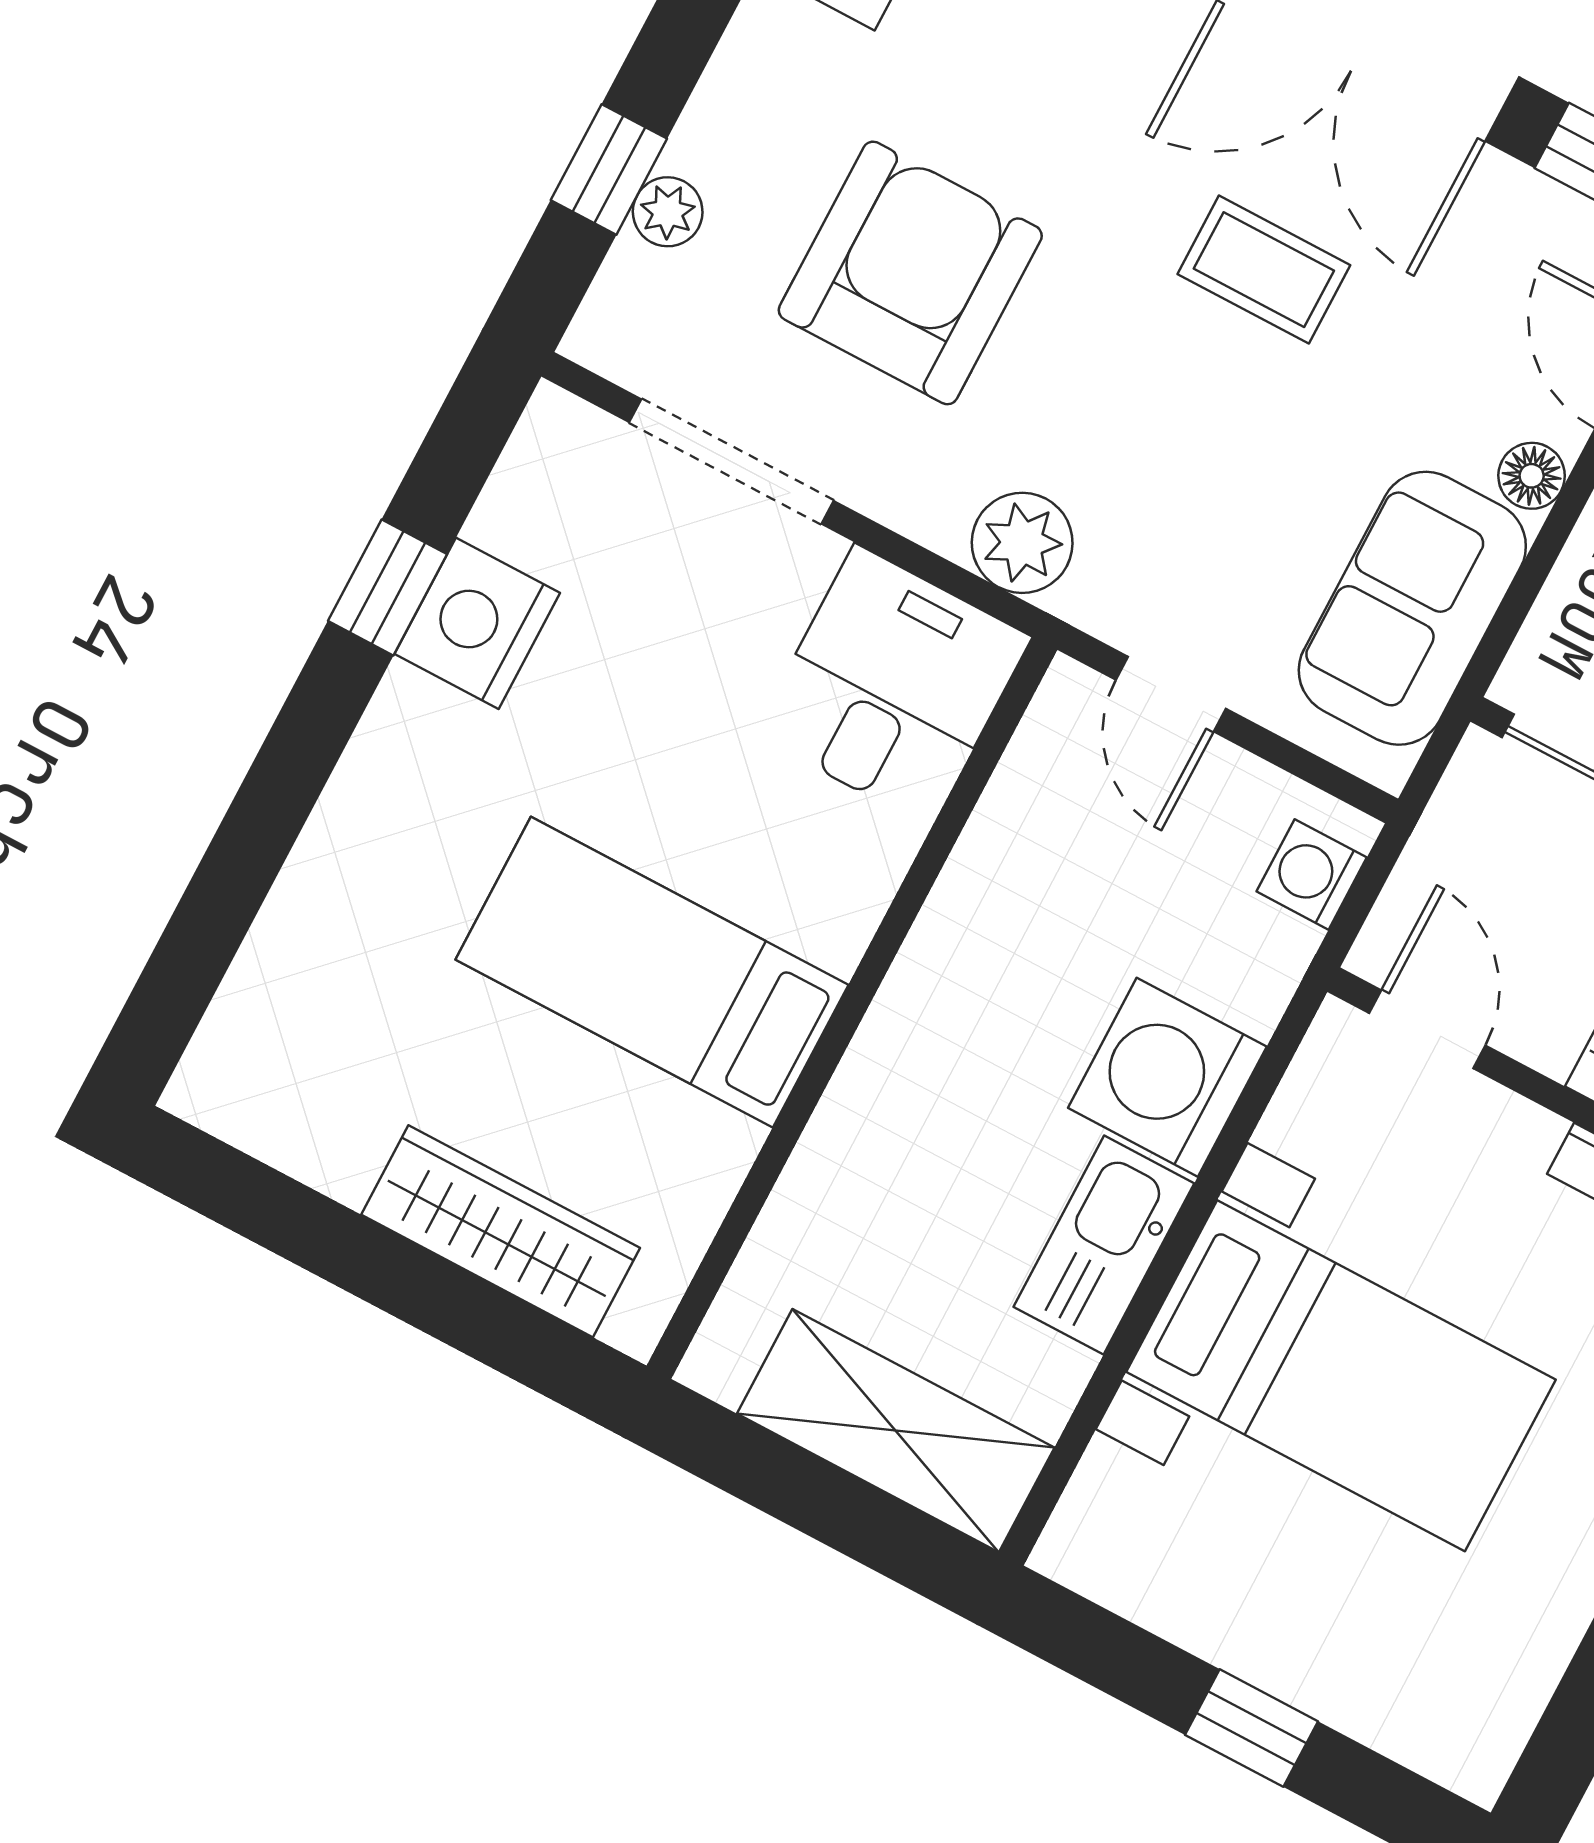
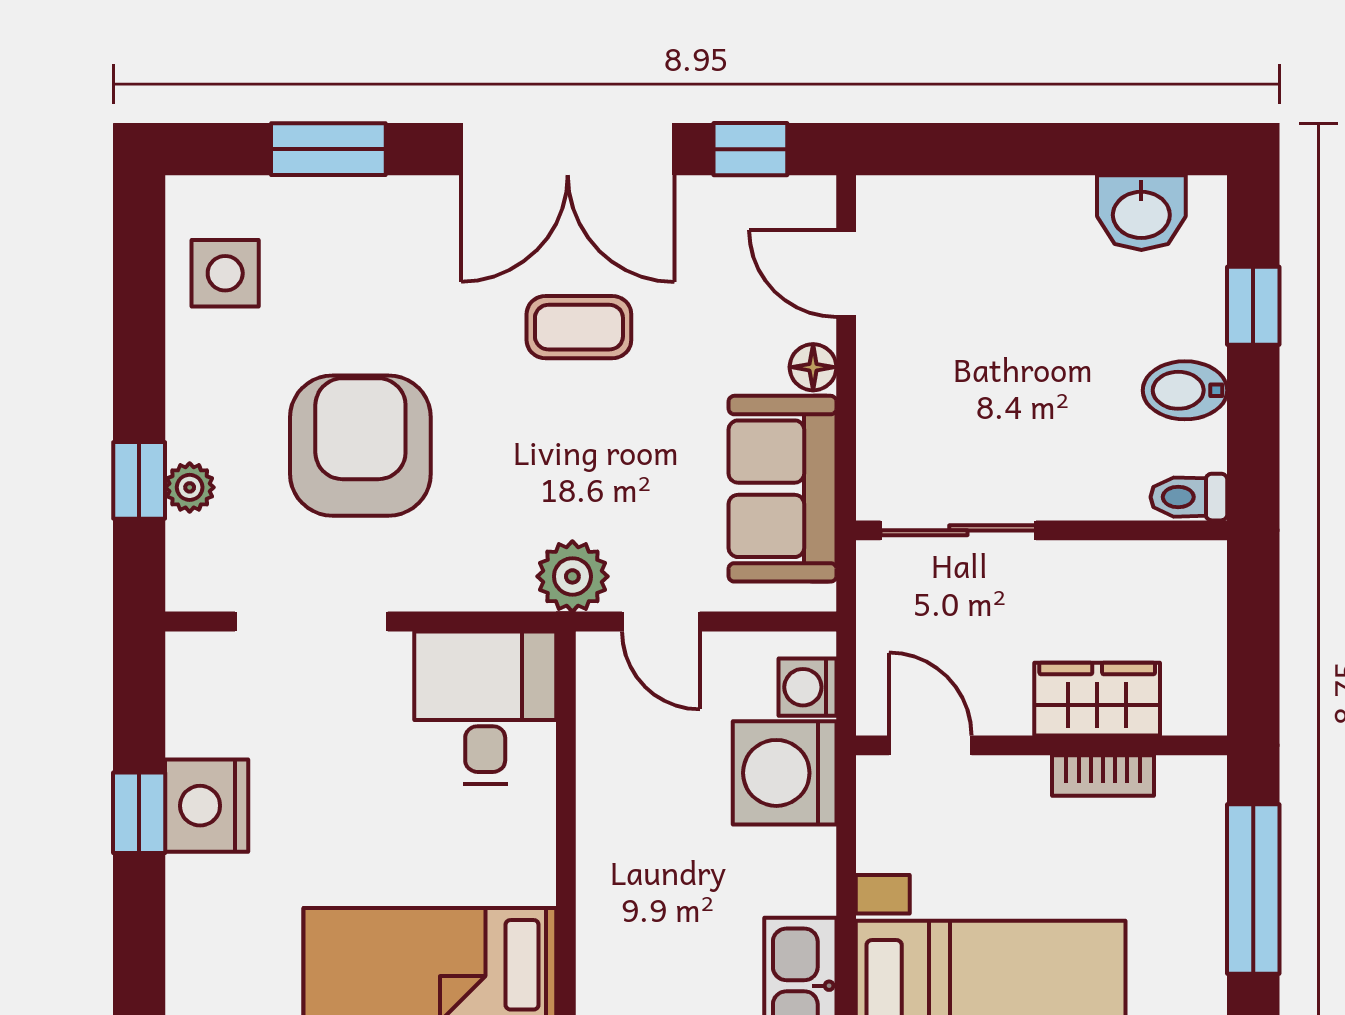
plant: (1022, 543) -> (572, 576), moved
washing machine: (1167, 1077) -> (785, 773), moved

